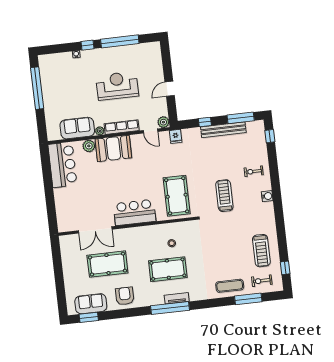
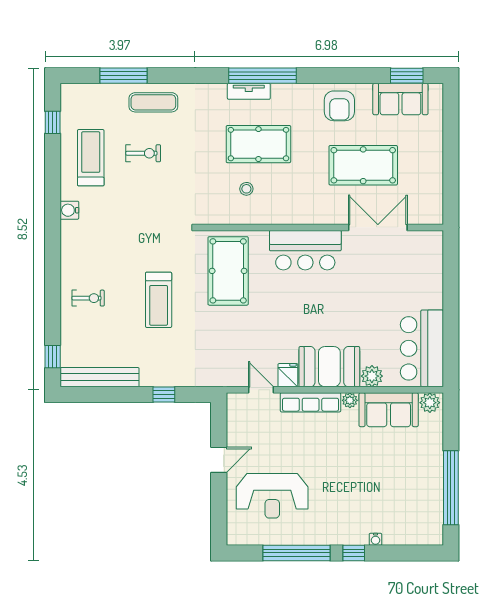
reception desk: (117, 86) -> (272, 496), moved
window: (241, 118) -> (100, 394), removed
plant: (163, 122) -> (430, 403), moved
bench: (223, 130) -> (100, 377), moved
fridge: (176, 136) -> (288, 375), moved
treadmill: (224, 196) -> (159, 300), moved
water cooler: (267, 196) -> (69, 210), moved
exercise bike: (262, 281) -> (143, 153), moved

